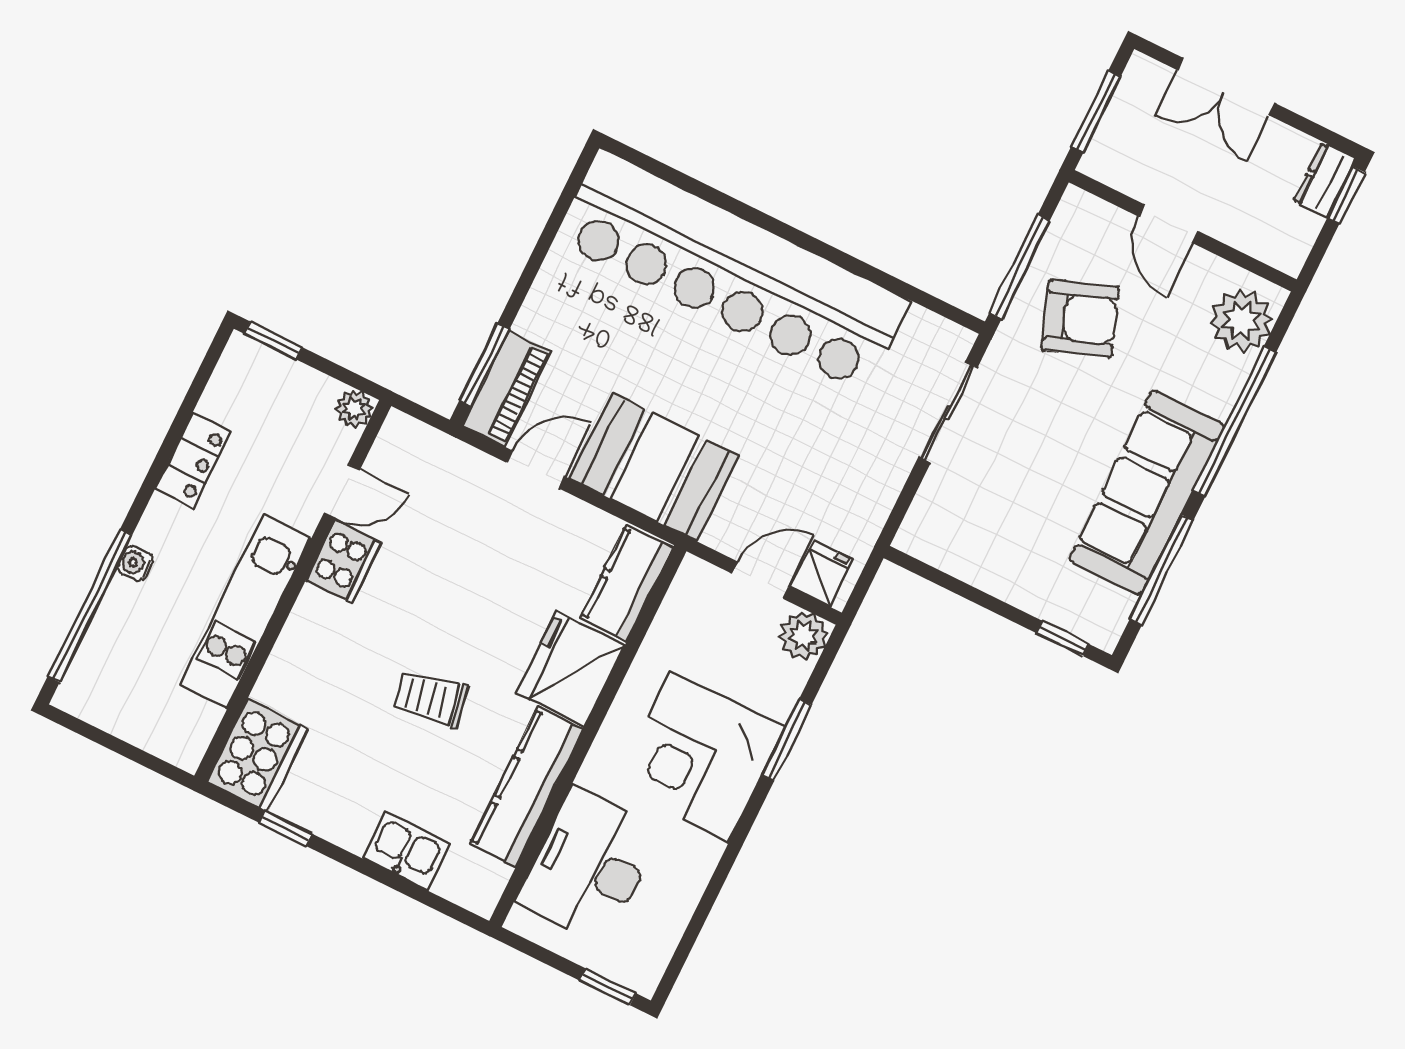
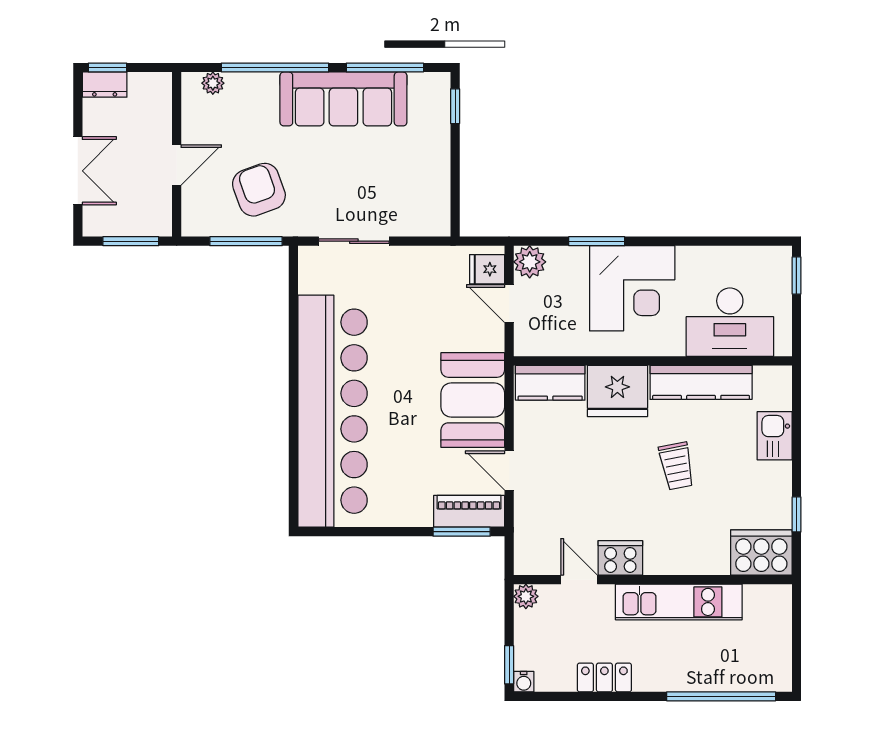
plant: (1241, 320) -> (213, 83), width x0.53, depth x0.53
water cooler: (135, 563) -> (524, 682), moved

